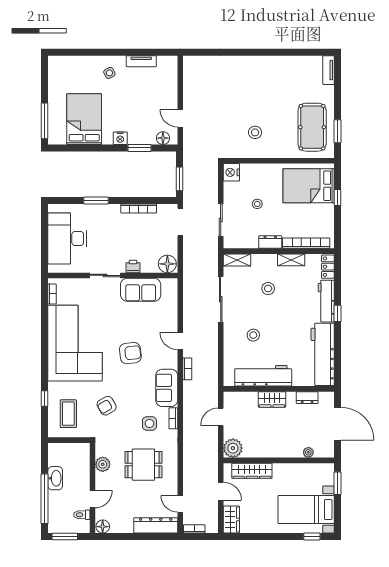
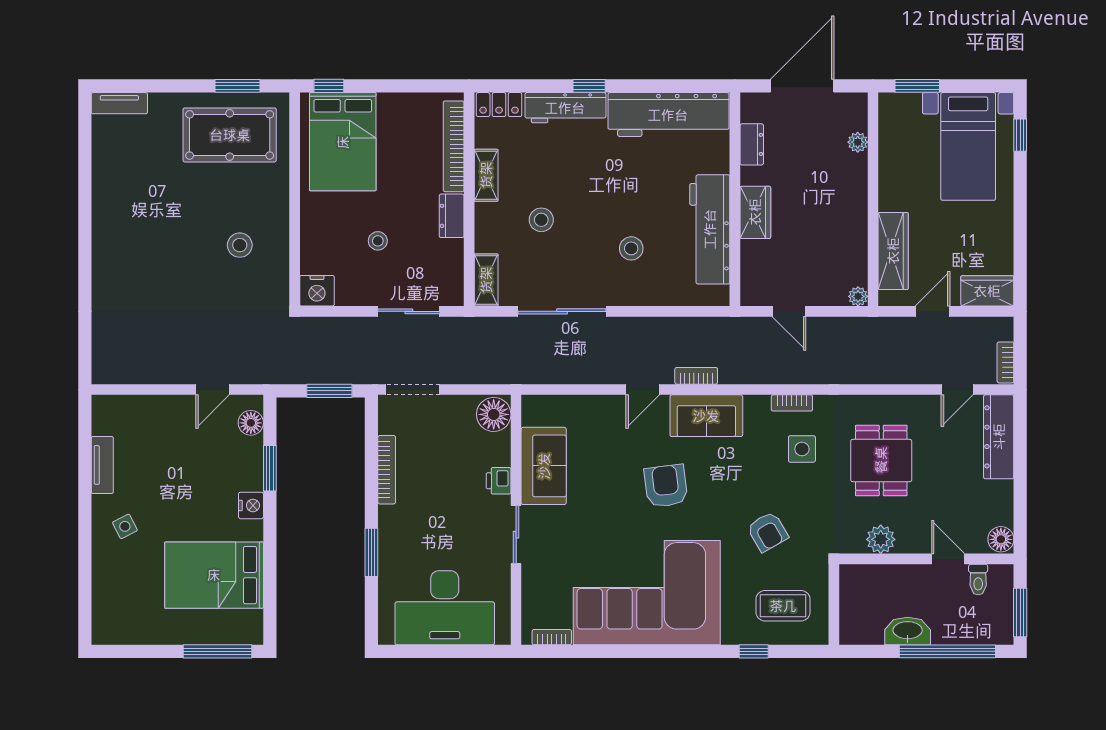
window: (337, 198) -> (329, 86), moved
sofa: (167, 388) -> (706, 416), moved
plant: (233, 448) -> (858, 296), width x0.53, depth x0.53

